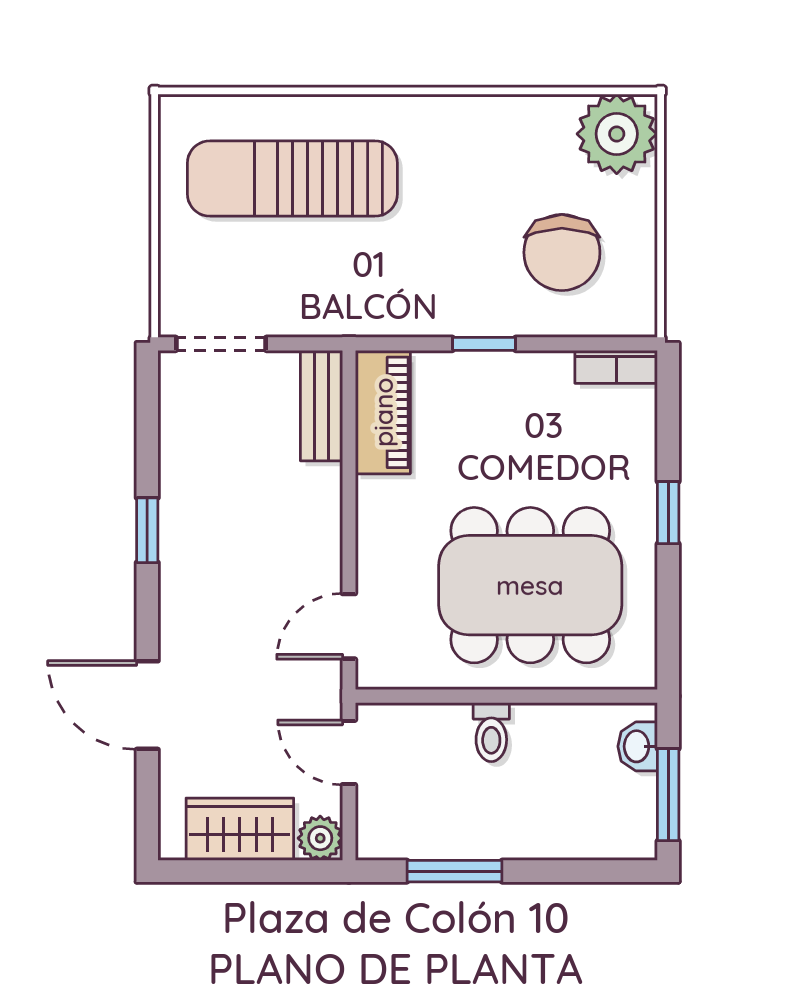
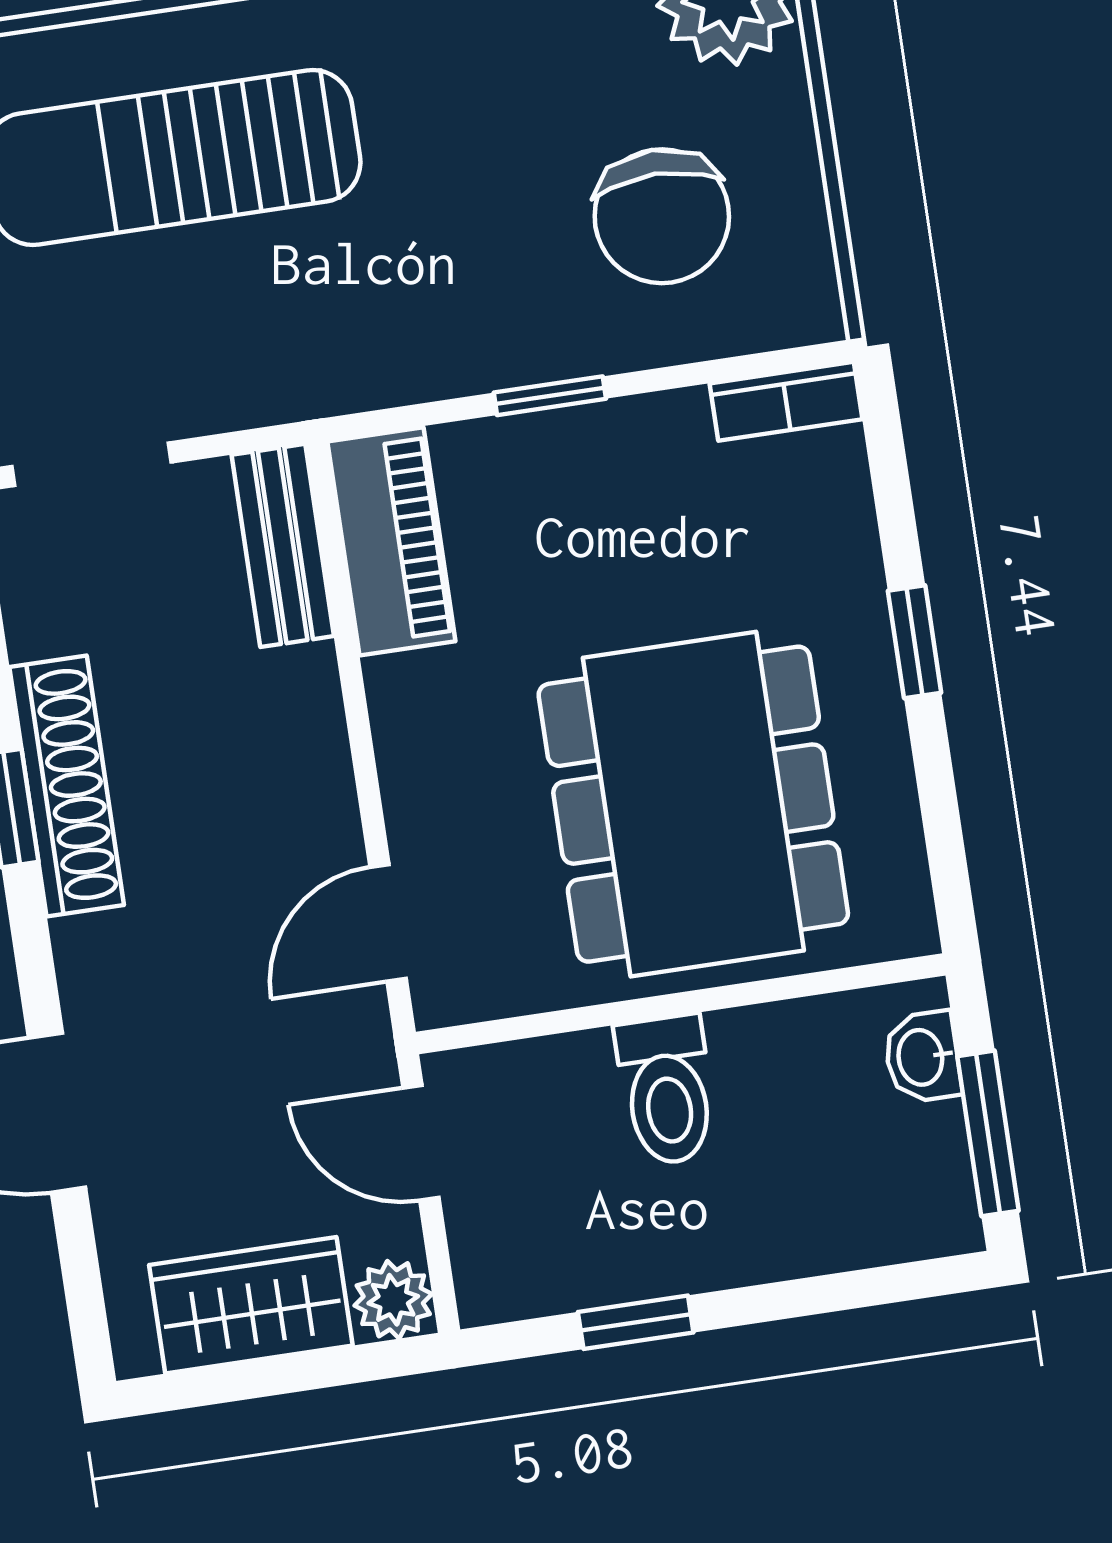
shoe rack: (180, 522) -> (67, 786), added
dining table: (530, 585) -> (693, 804), turned 90
toilet: (491, 732) -> (667, 1090), width x1.37, depth x1.39
window: (454, 871) -> (636, 1322), width x0.67

